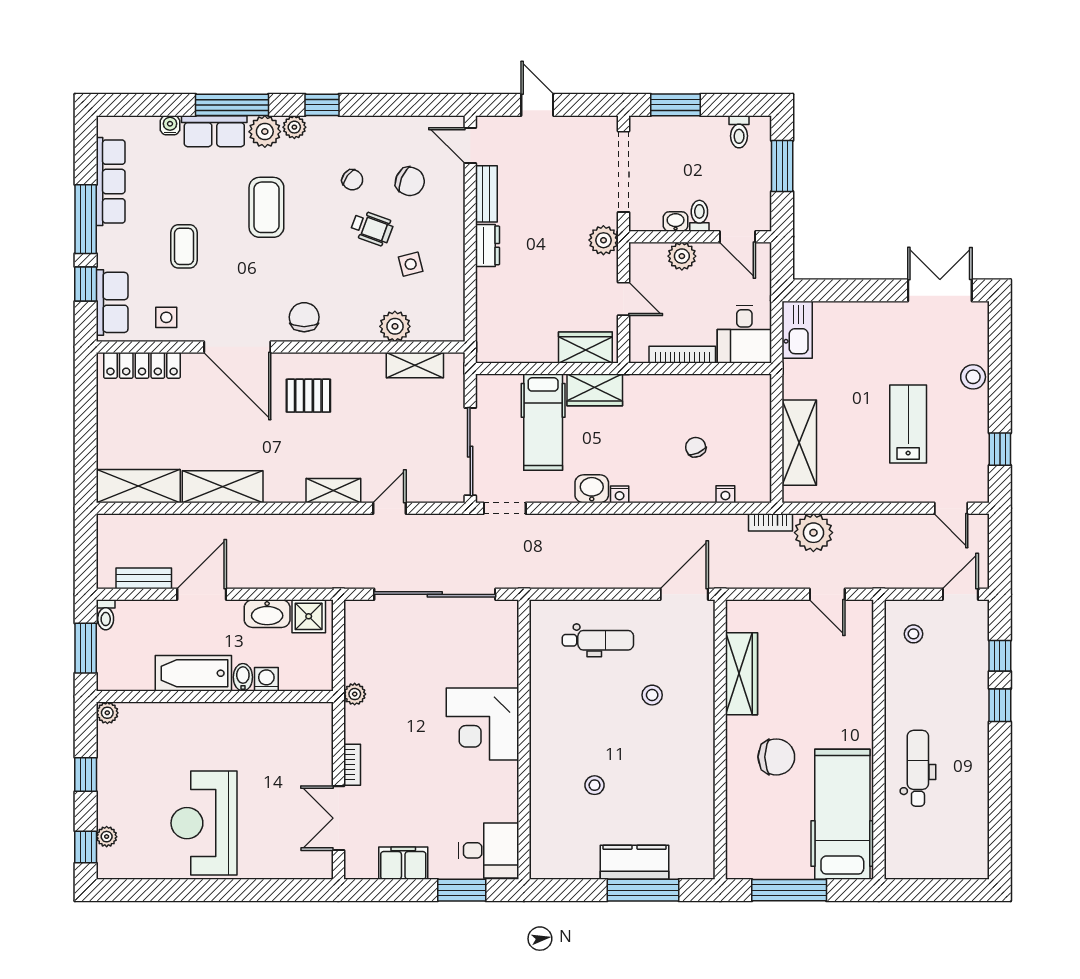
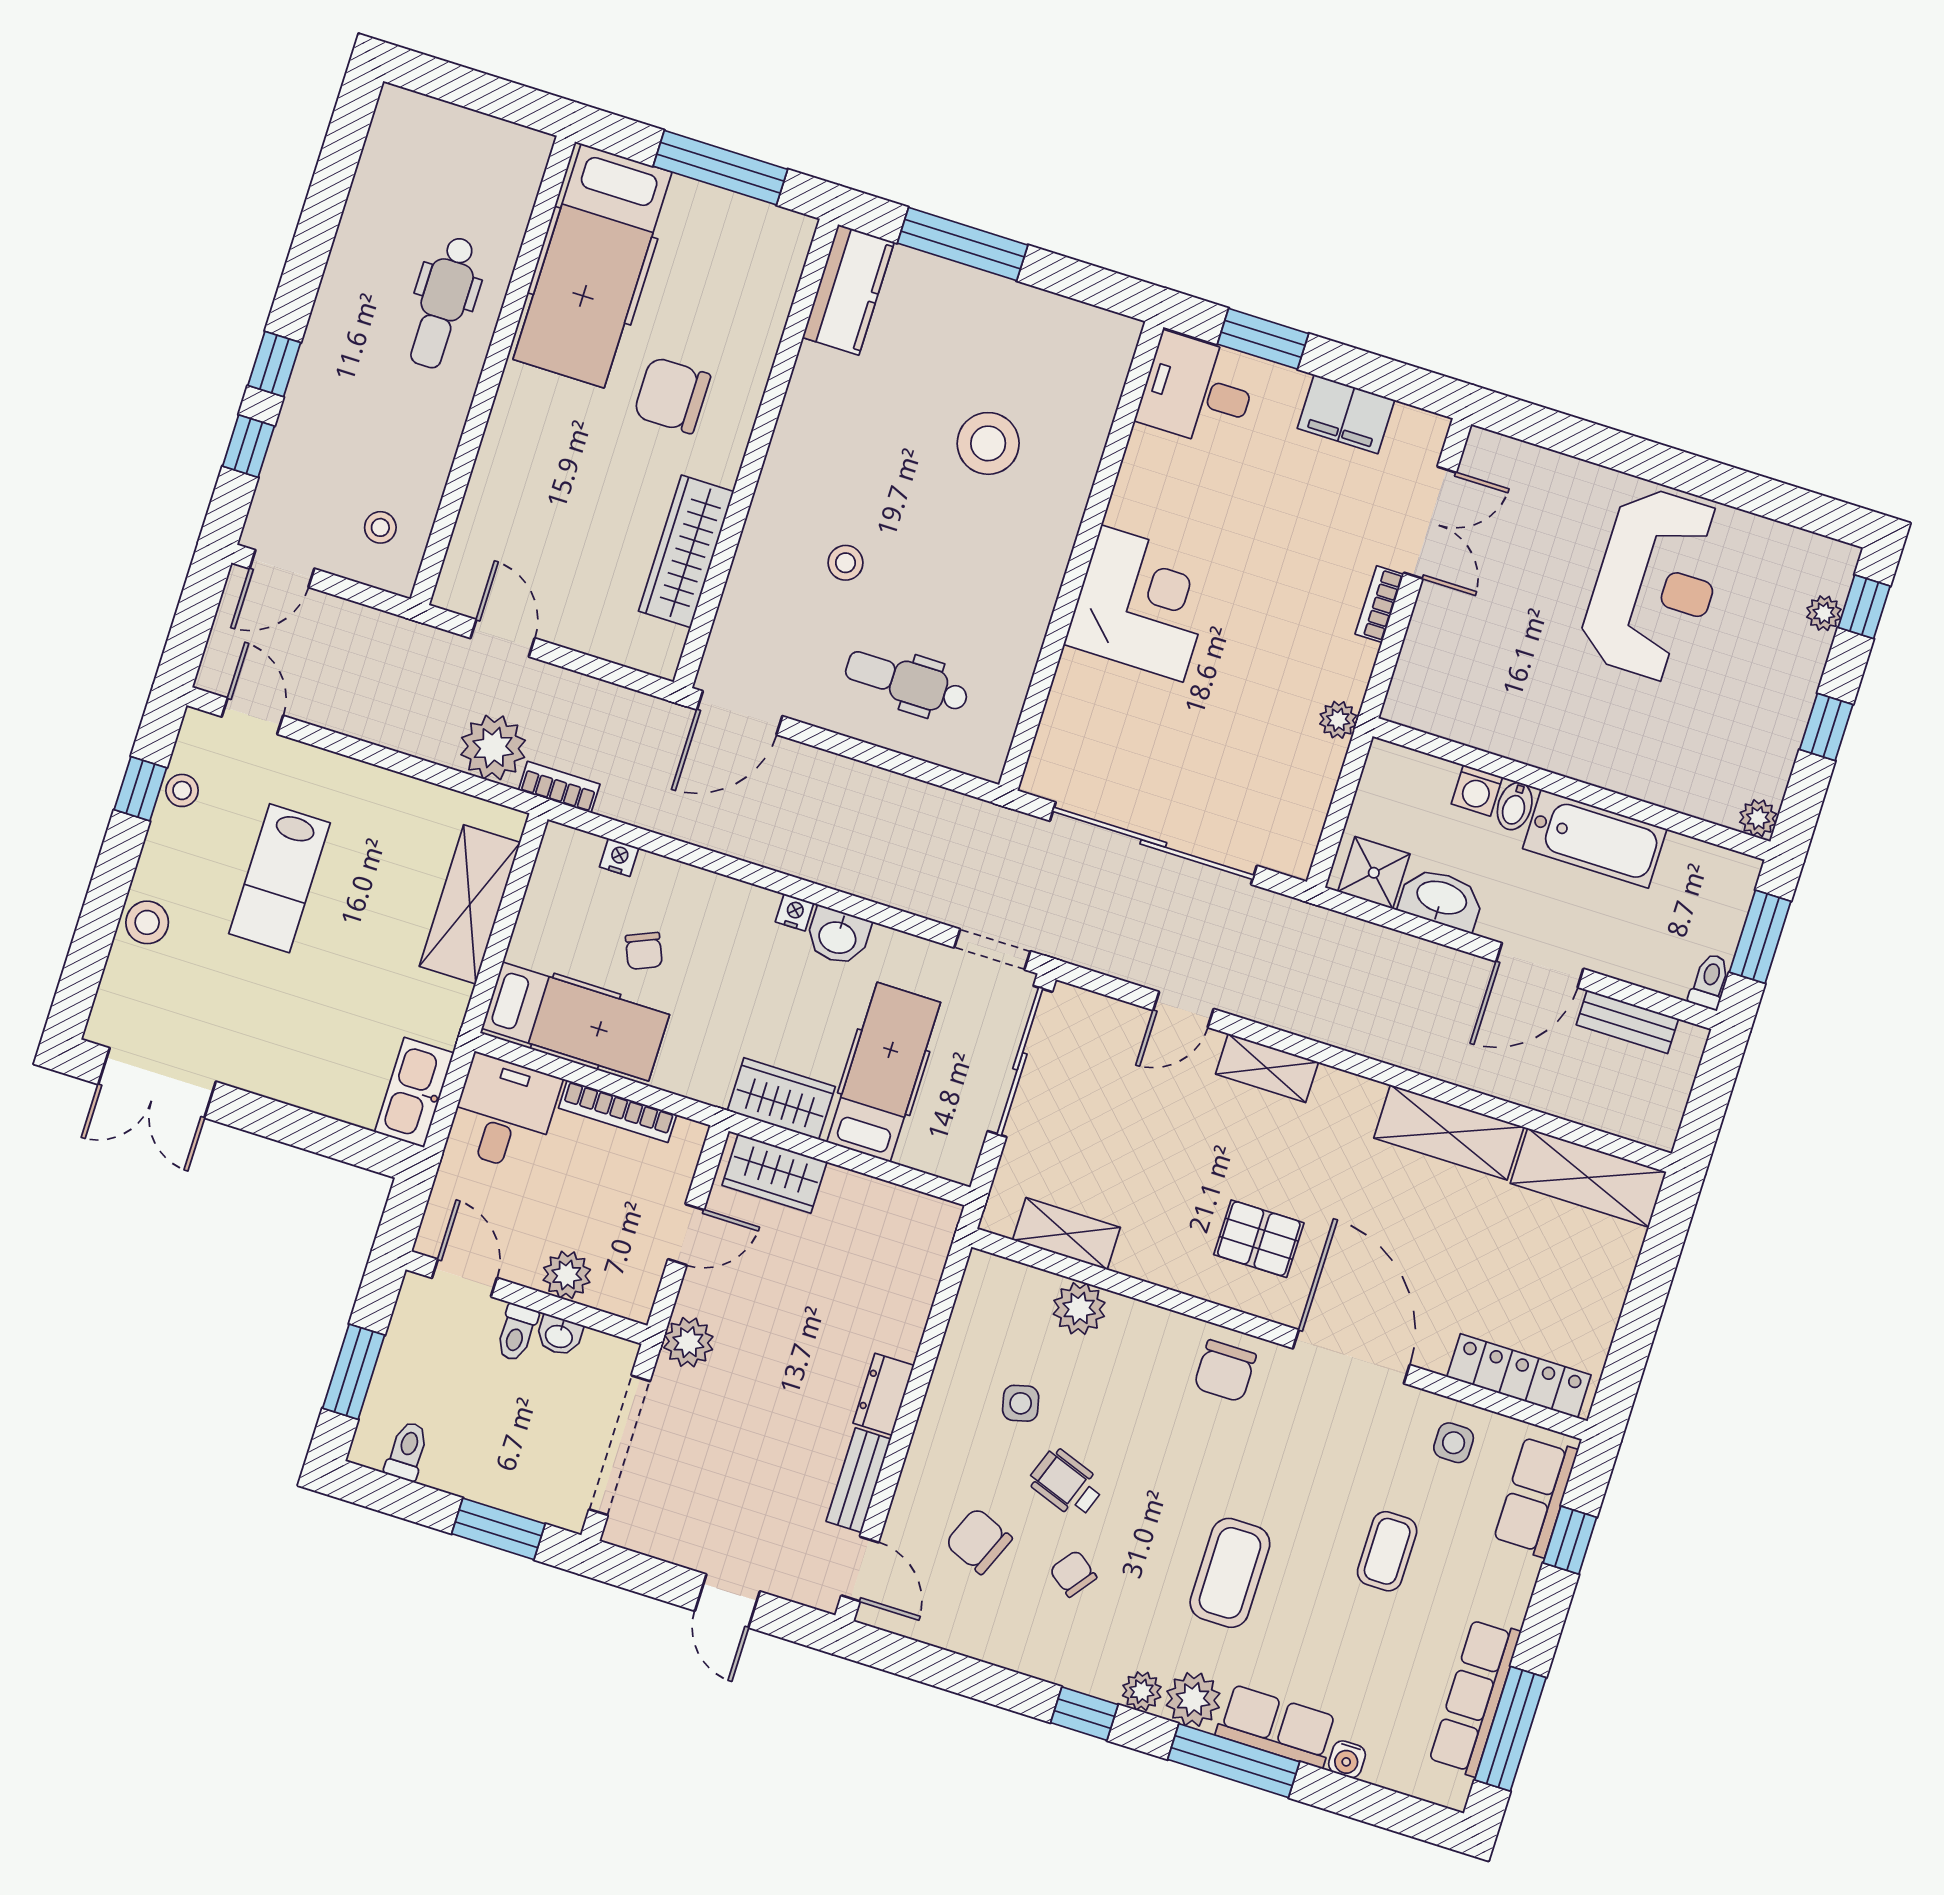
window: (86, 219) -> (1510, 1729), moved
door: (623, 299) -> (686, 1235), swing flipped
hospital bed: (721, 397) -> (576, 1022), added
stool: (977, 455) -> (182, 790), added
stool: (595, 785) -> (988, 443), width x1.89, depth x1.89
kitchen counter: (634, 862) -> (848, 290), moved, turned -90

